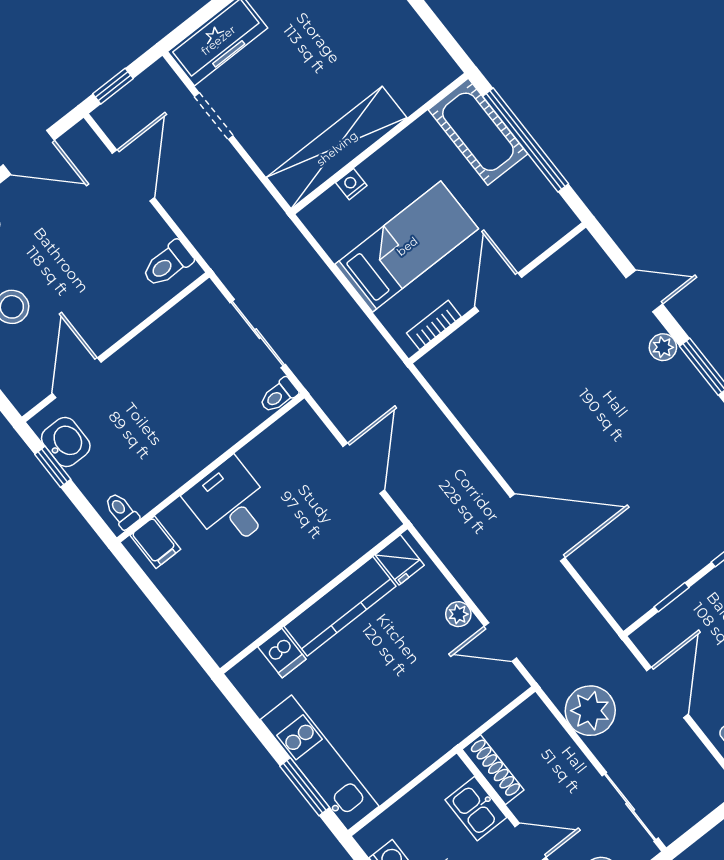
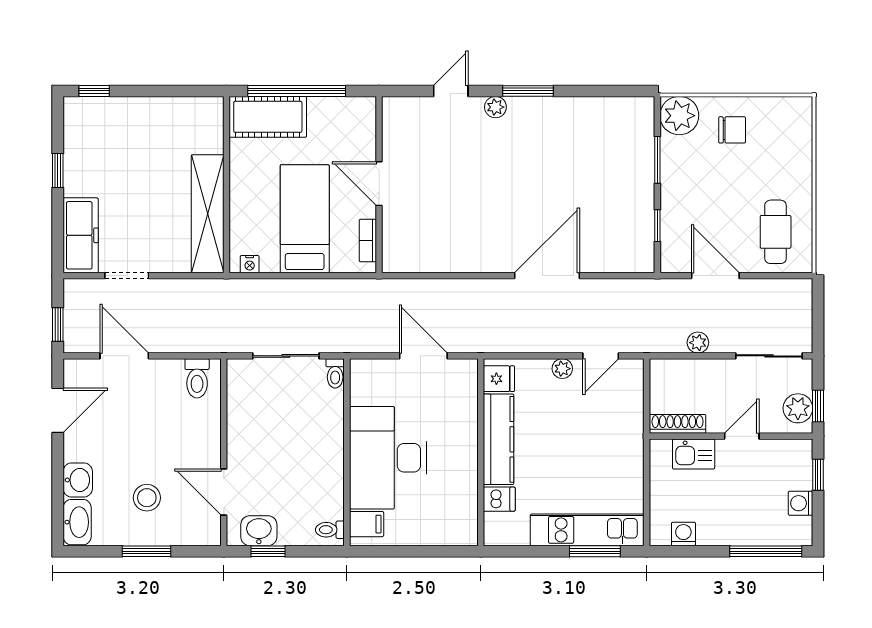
nightstand: (351, 184) -> (250, 264), moved, turned -90
desk: (230, 504) -> (388, 458), width x1.87, depth x1.30
plant: (590, 711) -> (698, 343), width x0.53, depth x0.53

